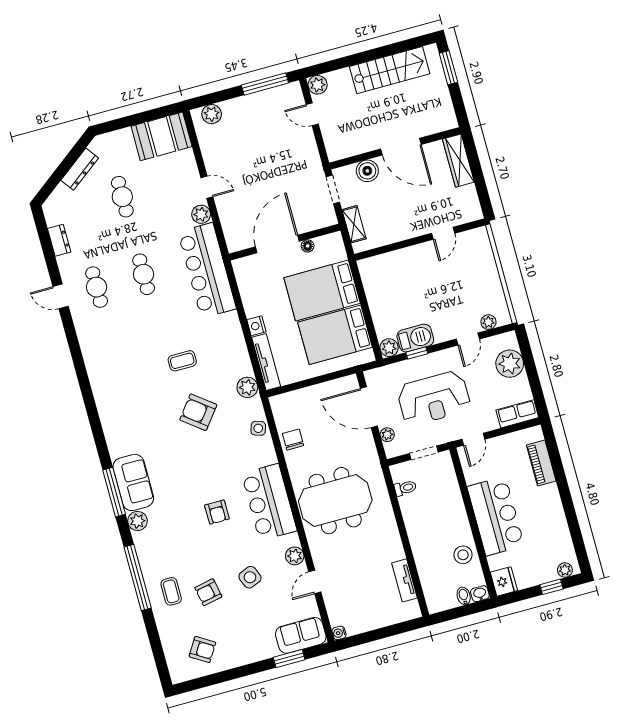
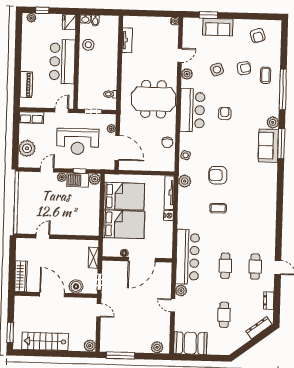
door: (312, 114) -> (99, 310), moved
dresser: (80, 169) -> (259, 328), moved
plant: (488, 322) -> (62, 177), moved
reception desk: (434, 398) -> (78, 142), turned 180
armchair: (198, 412) -> (218, 175), turned 142
sofa: (301, 635) -> (218, 27), moved
armchair: (202, 650) -> (258, 36), turned -141

